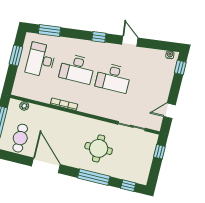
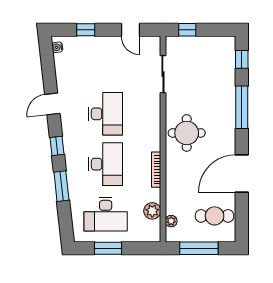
window: (49, 30) -> (61, 186), moved
window: (180, 67) -> (86, 30), moved
plant: (35, 94) -> (152, 211), added
round table: (99, 148) -> (187, 133), moved

